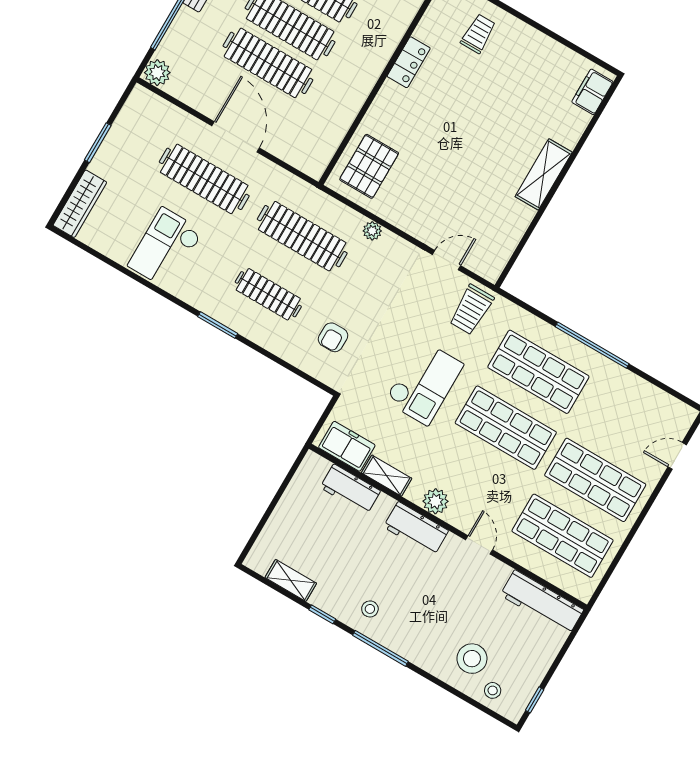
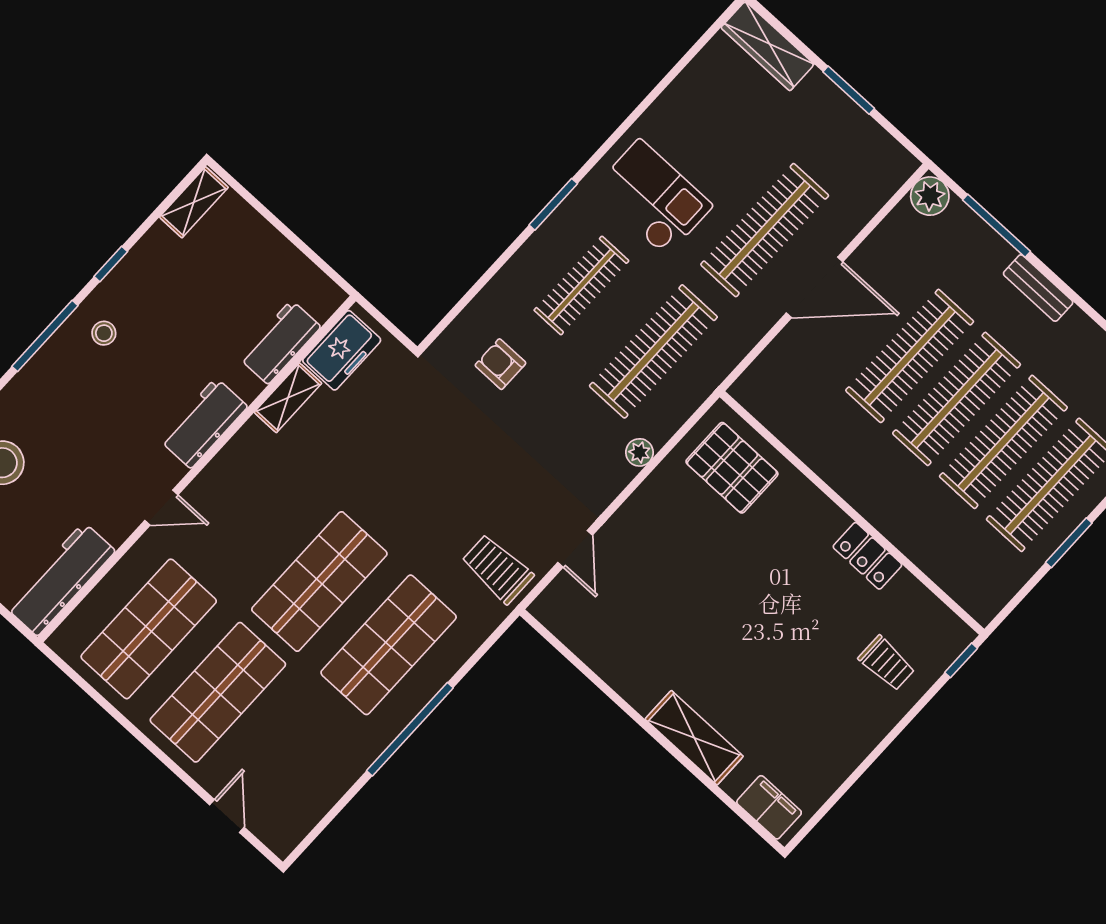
shelving: (544, 174) -> (694, 738), moved
checkout: (165, 248) -> (653, 198), moved
checkout: (424, 383) -> (408, 479), removed
plant: (436, 501) -> (236, 459), removed
shelving: (291, 580) -> (194, 202), moved

